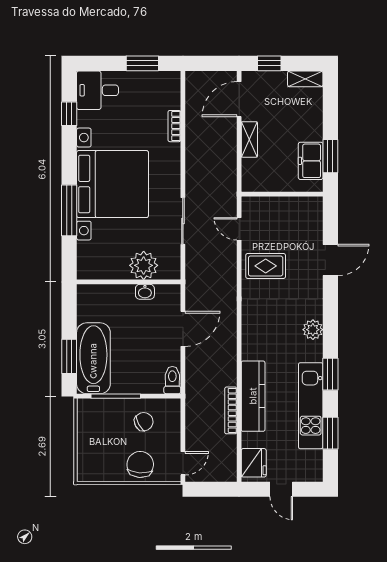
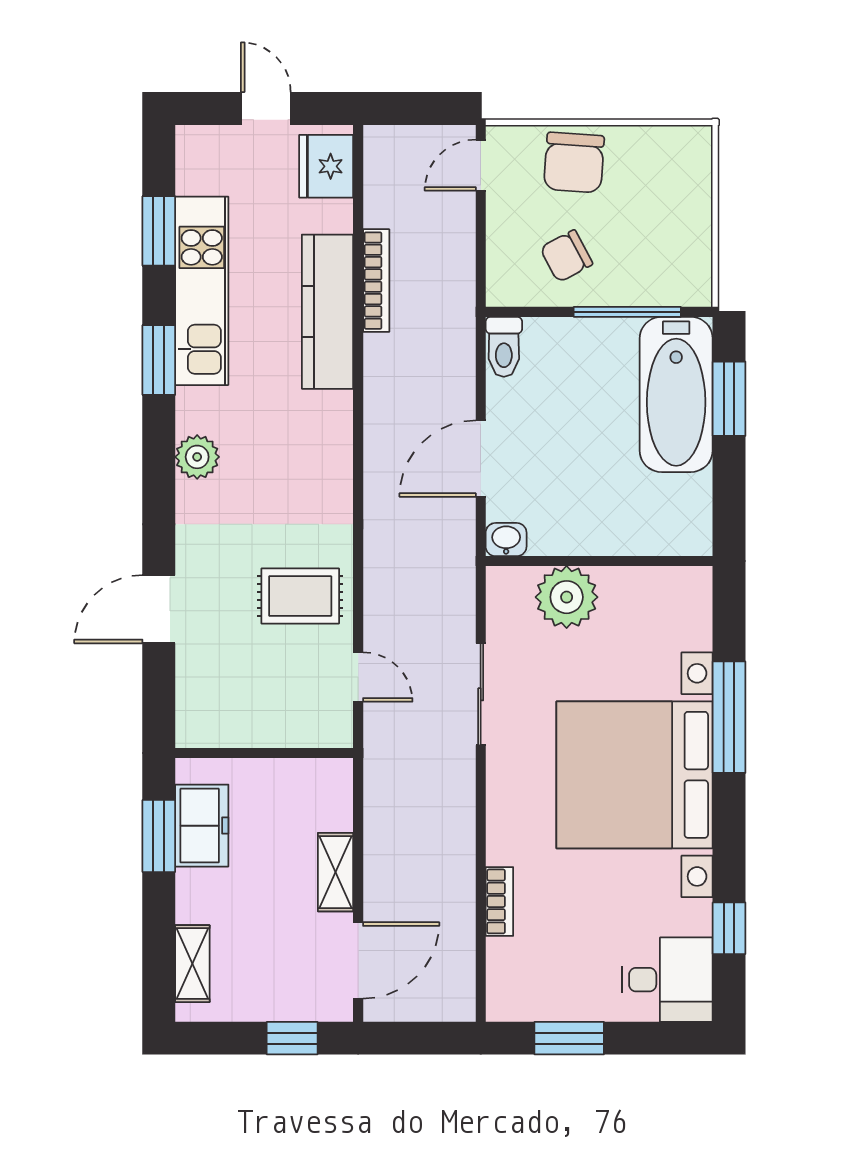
shelving: (305, 79) -> (192, 964), moved, turned 90
washbasin: (145, 292) -> (506, 540), moved

